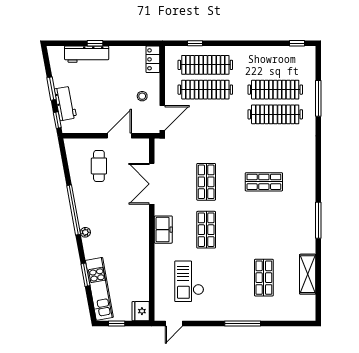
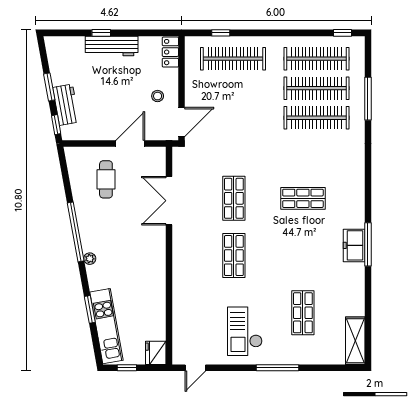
workbench: (87, 54) -> (112, 46), moved
clothes rail: (205, 90) -> (316, 59), moved
freezer: (163, 230) -> (354, 245), moved, turned 180
shelving: (308, 274) -> (355, 341), moved
checkout: (189, 281) -> (245, 331), moved

